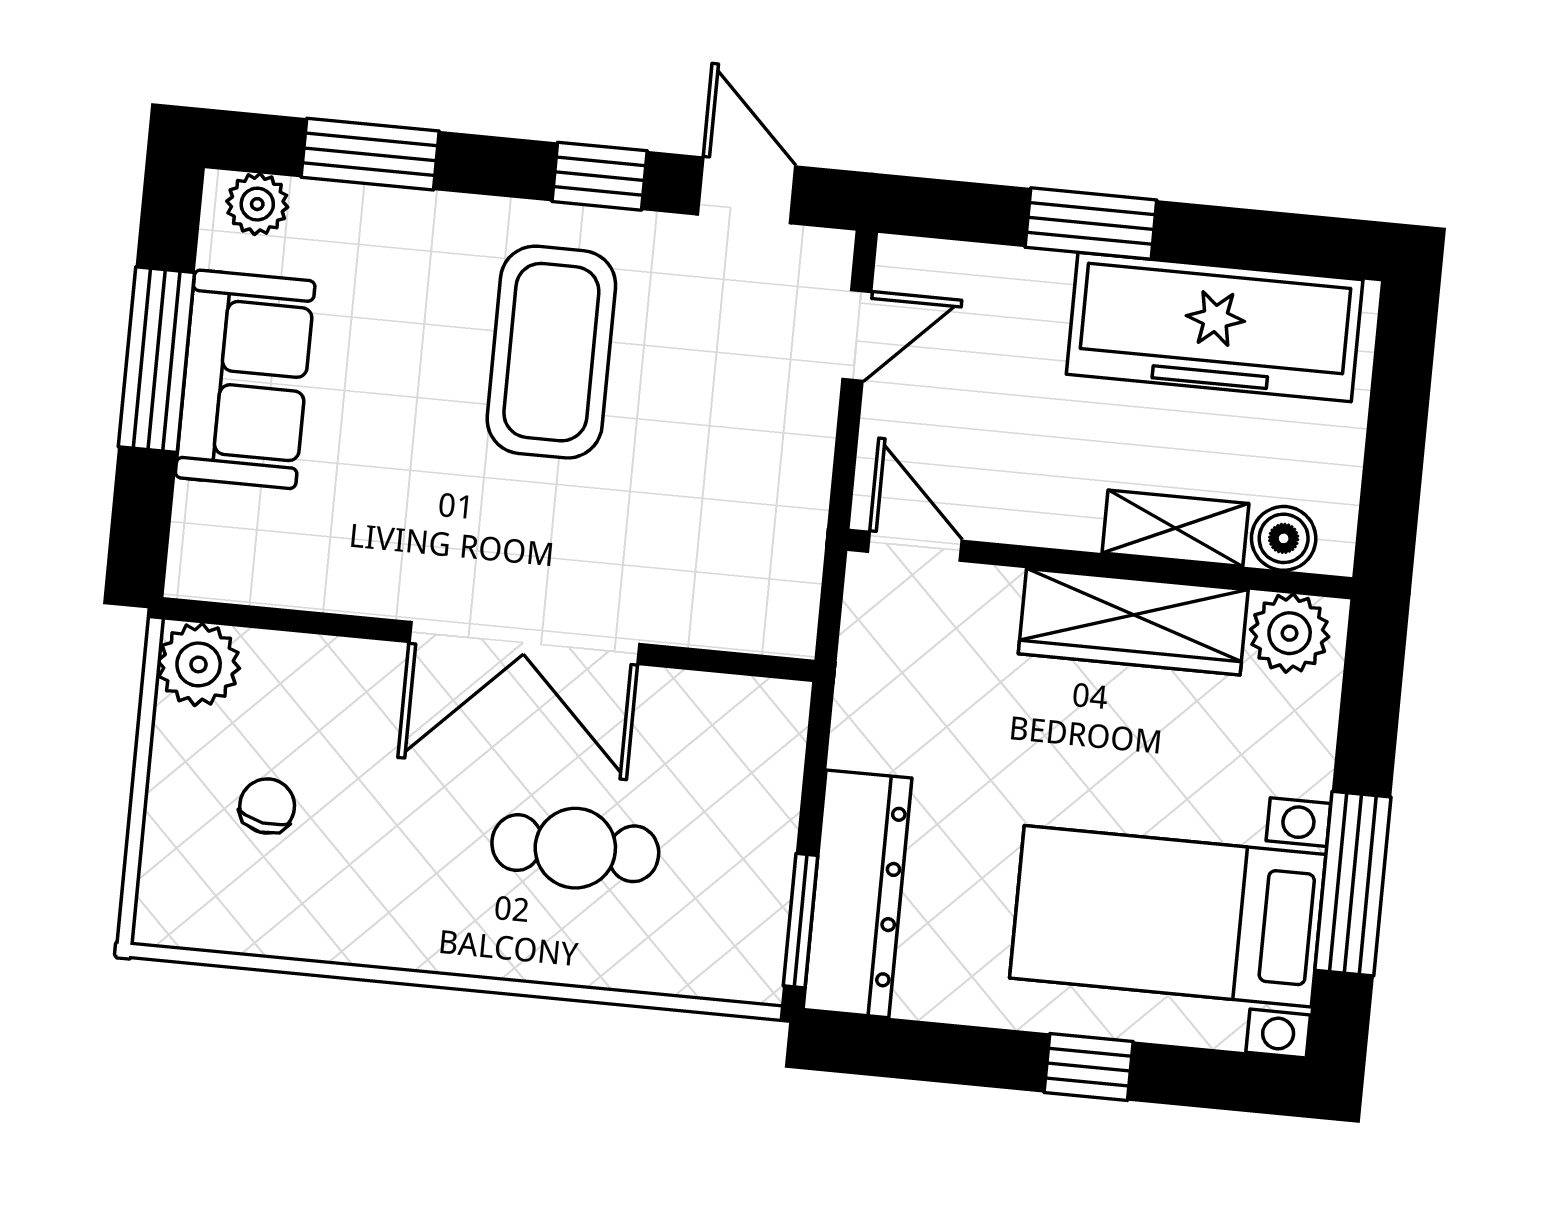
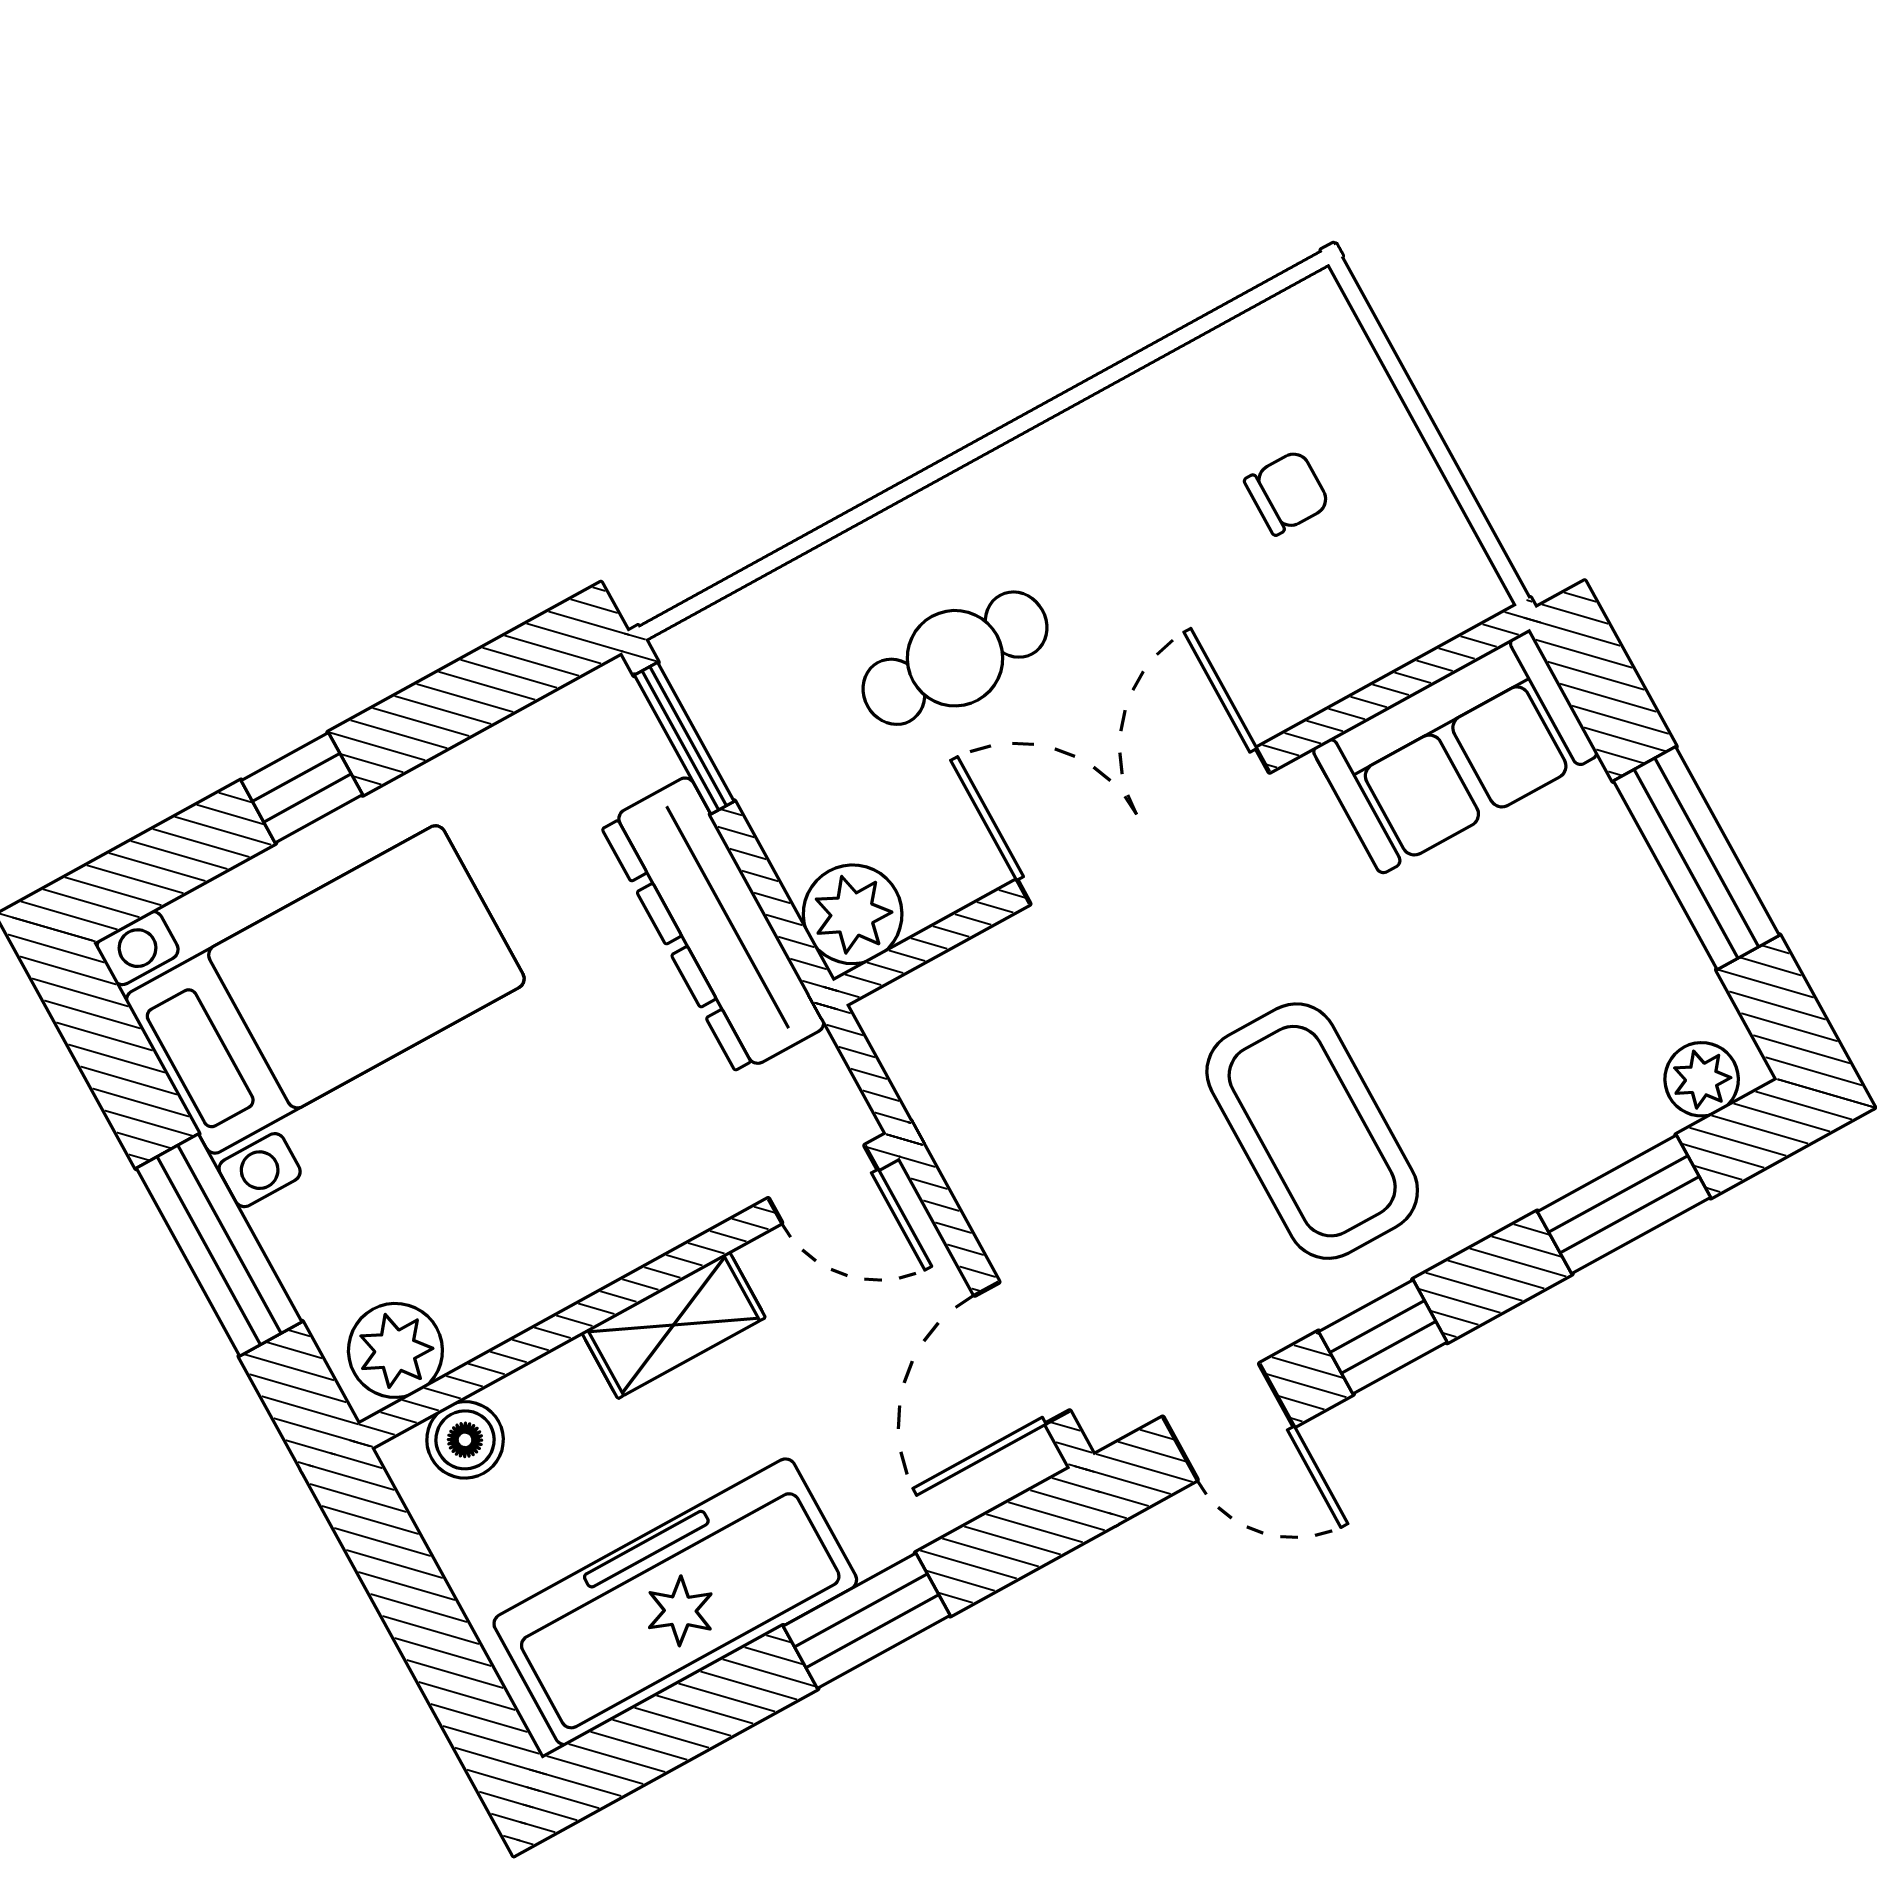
door: (857, 335) -> (1022, 1353), width x1.38
sofa: (245, 379) -> (1455, 752), moved, turned -90
shelving: (1175, 528) -> (673, 1325), moved
wardrobe: (1133, 622) -> (557, 1257), removed
plant: (199, 664) -> (853, 914), moved
chair: (267, 806) -> (1287, 493), turned -100
window: (1353, 884) -> (219, 1245), moved
dresser: (857, 894) -> (713, 925), moved

